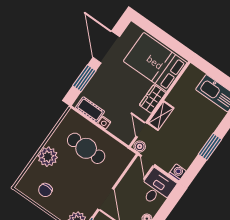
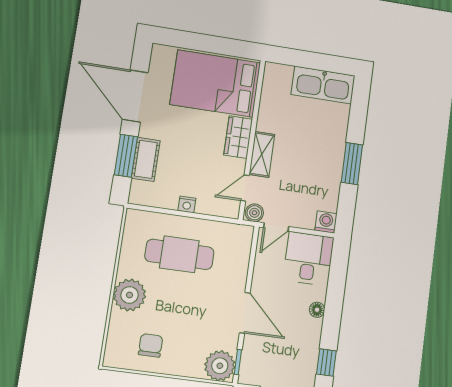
cot: (90, 110) -> (146, 159), moved, turned 90
door: (141, 130) -> (245, 188), hinge flipped
door: (148, 161) -> (276, 227), hinge flipped
chair: (45, 190) -> (151, 345), turned 180

